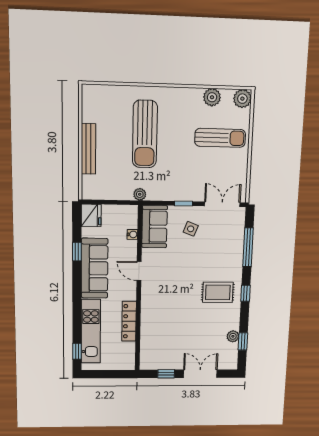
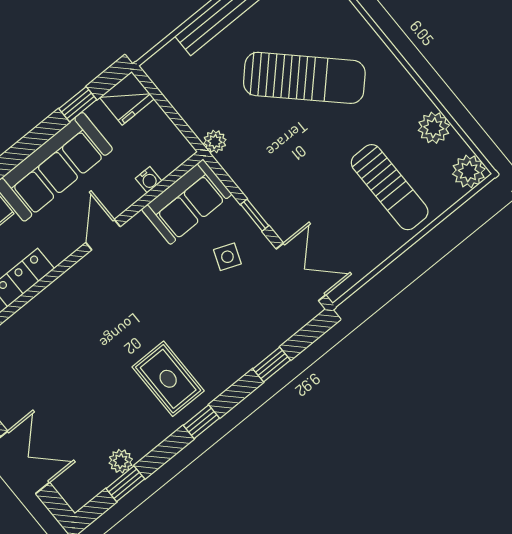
sun lounger: (145, 134) -> (304, 78), turned -136
window: (248, 247) -> (272, 364), width x0.46
window: (77, 252) -> (78, 104), moved

